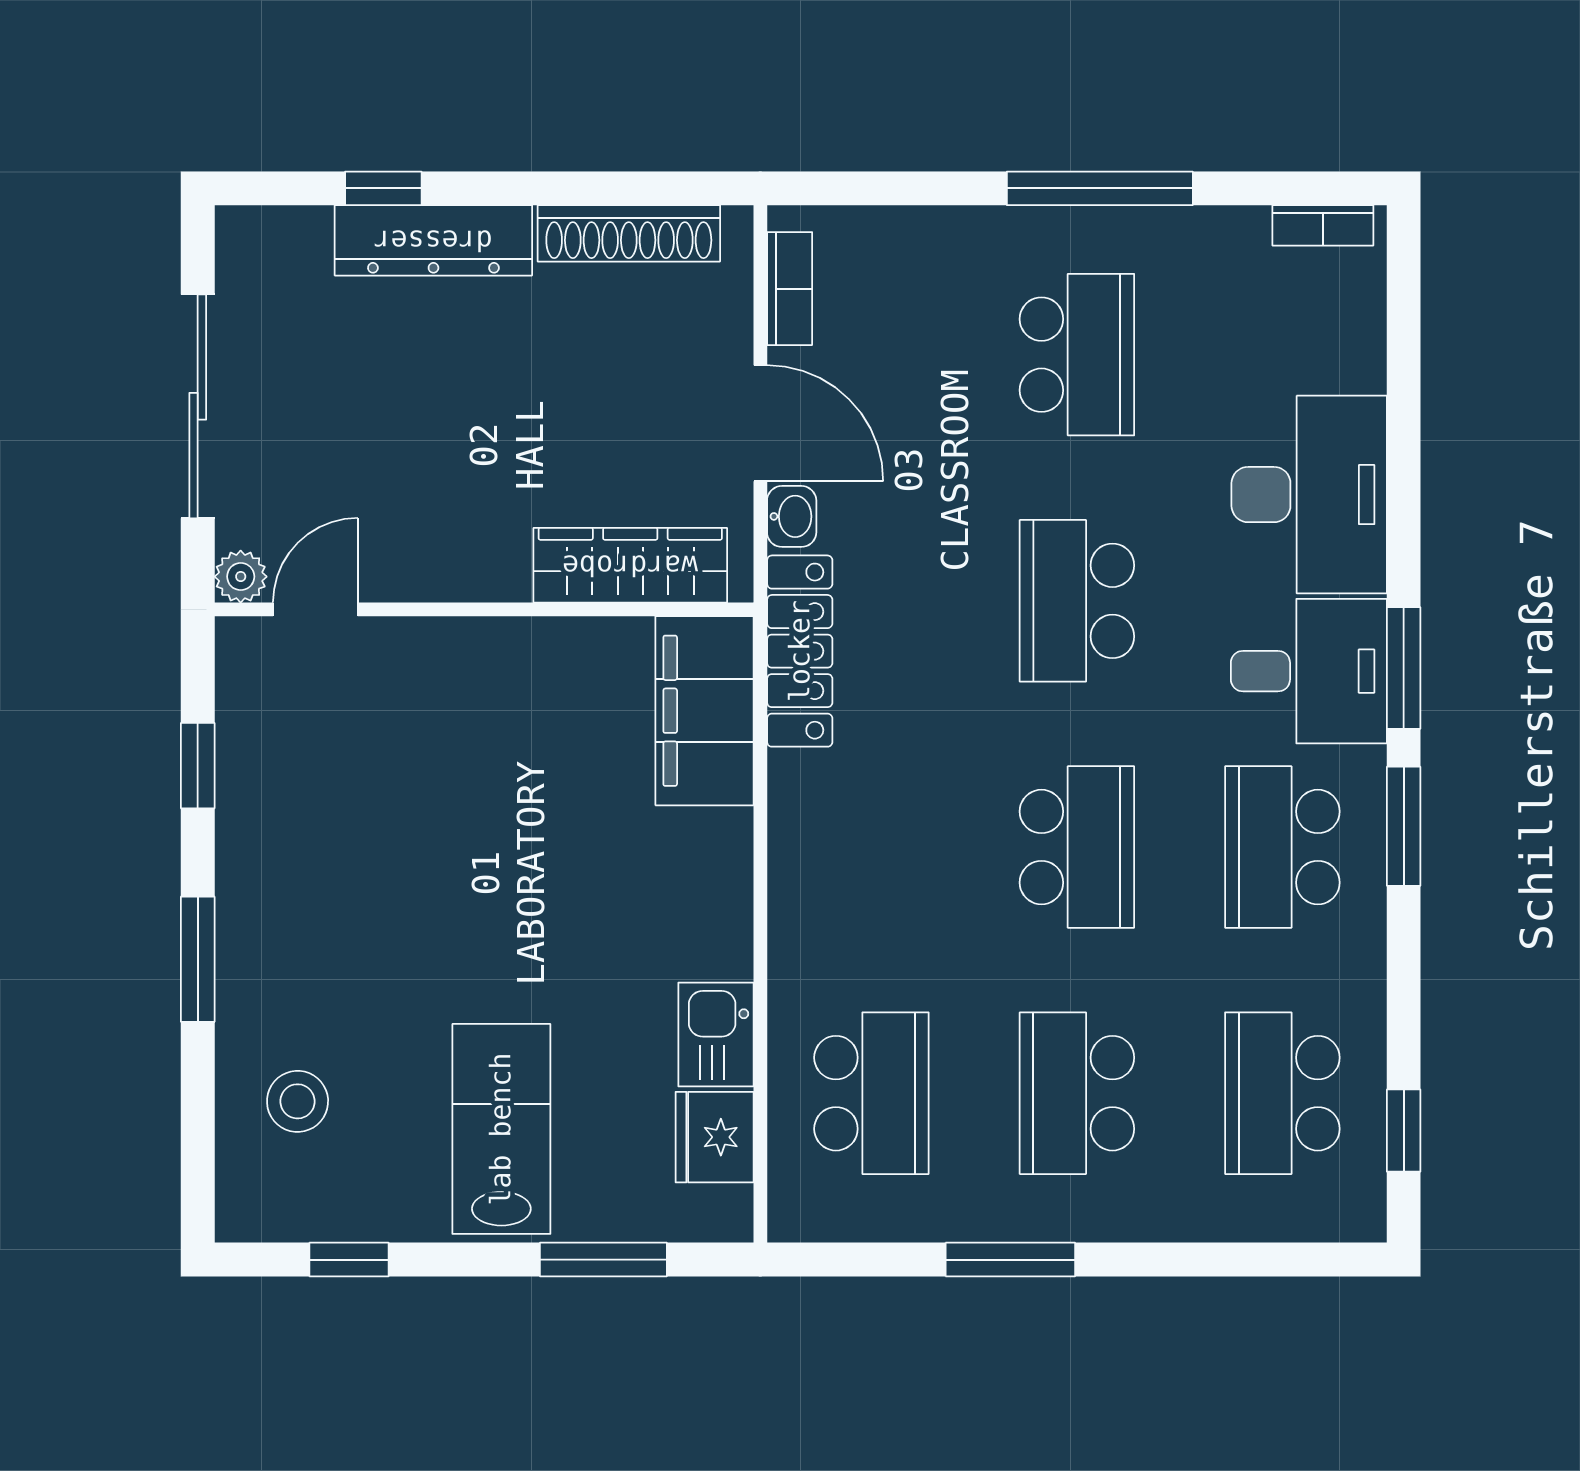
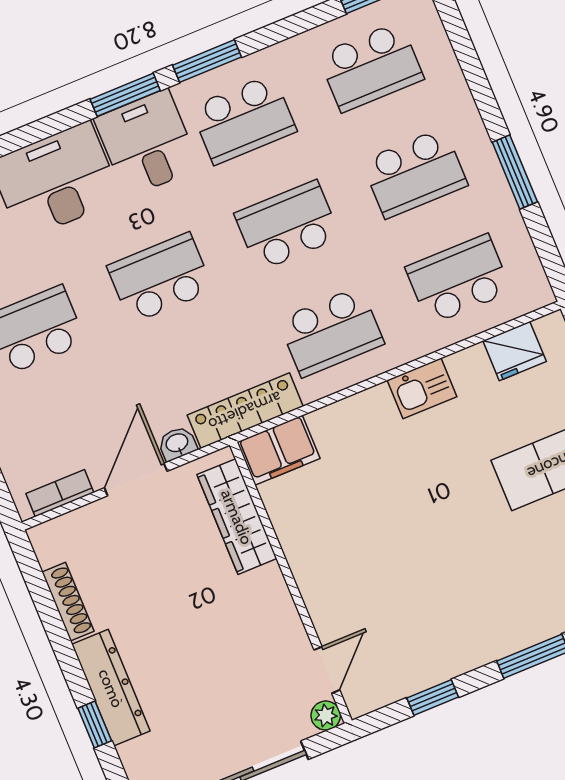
shoe rack: (629, 233) -> (68, 602), width x0.74, depth x0.81
school desk: (1077, 601) -> (160, 278), turned 180
door: (315, 609) -> (327, 670), swing flipped
filing cabinet: (704, 711) -> (278, 450), width x0.67, depth x0.86
school desk: (871, 847) -> (331, 332), added
kitchen sink: (716, 1035) -> (422, 388), moved

